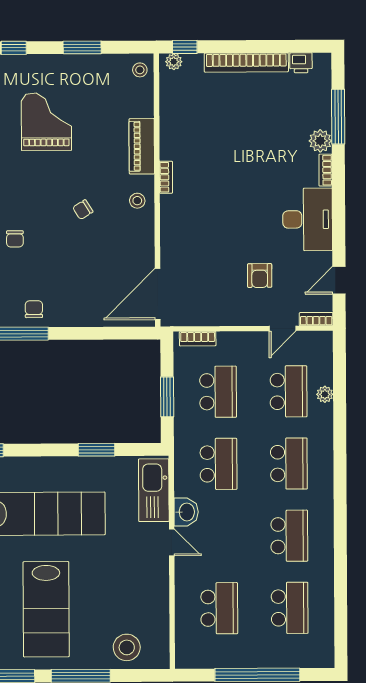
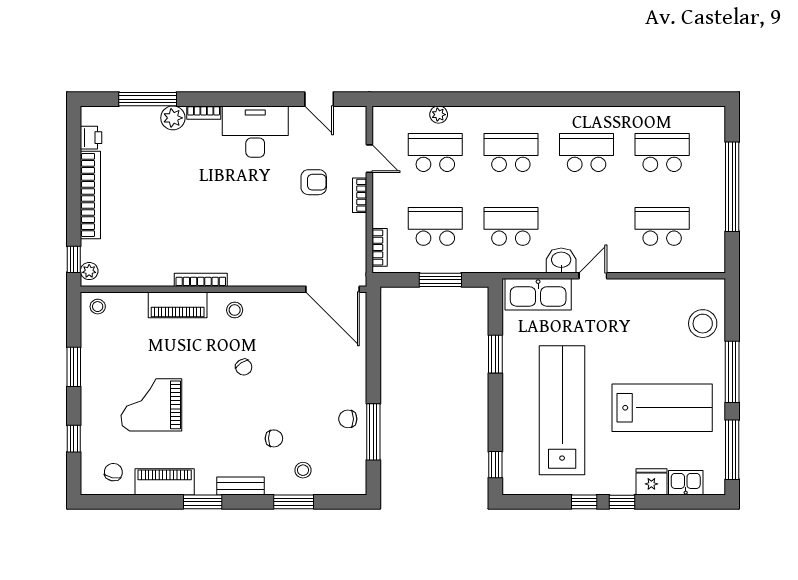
bookcase: (166, 177) -> (201, 280), width x1.56
bookcase: (316, 319) -> (360, 195), moved

